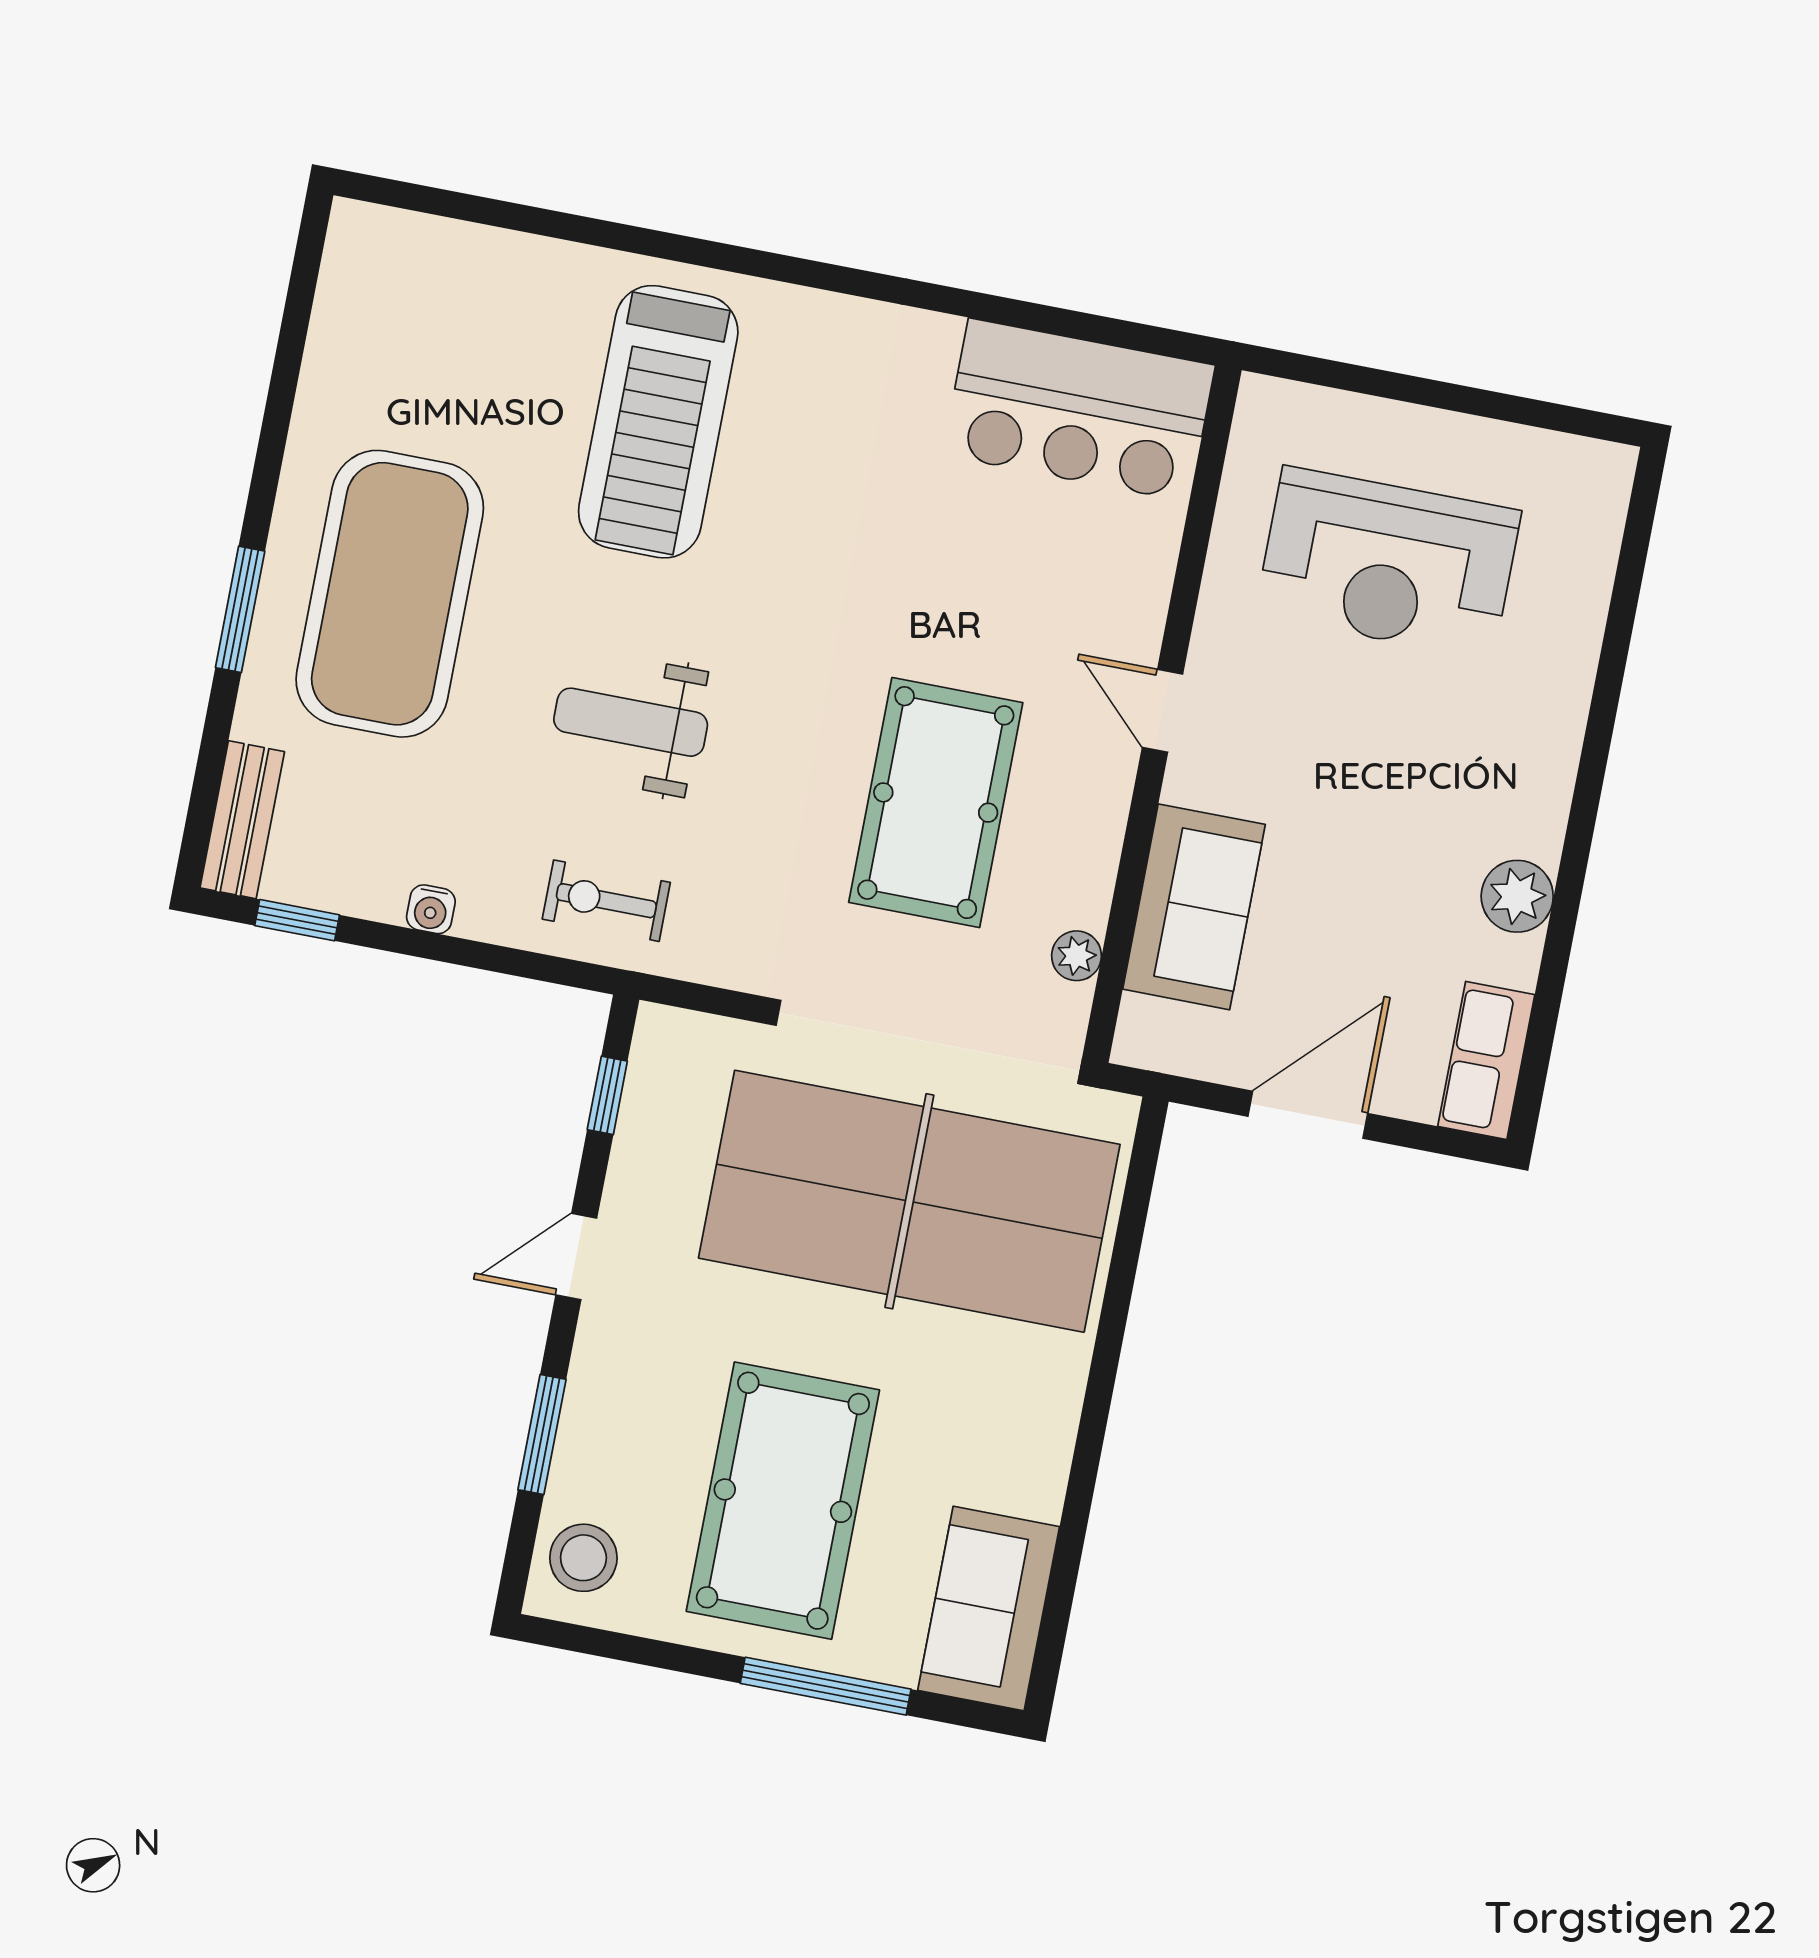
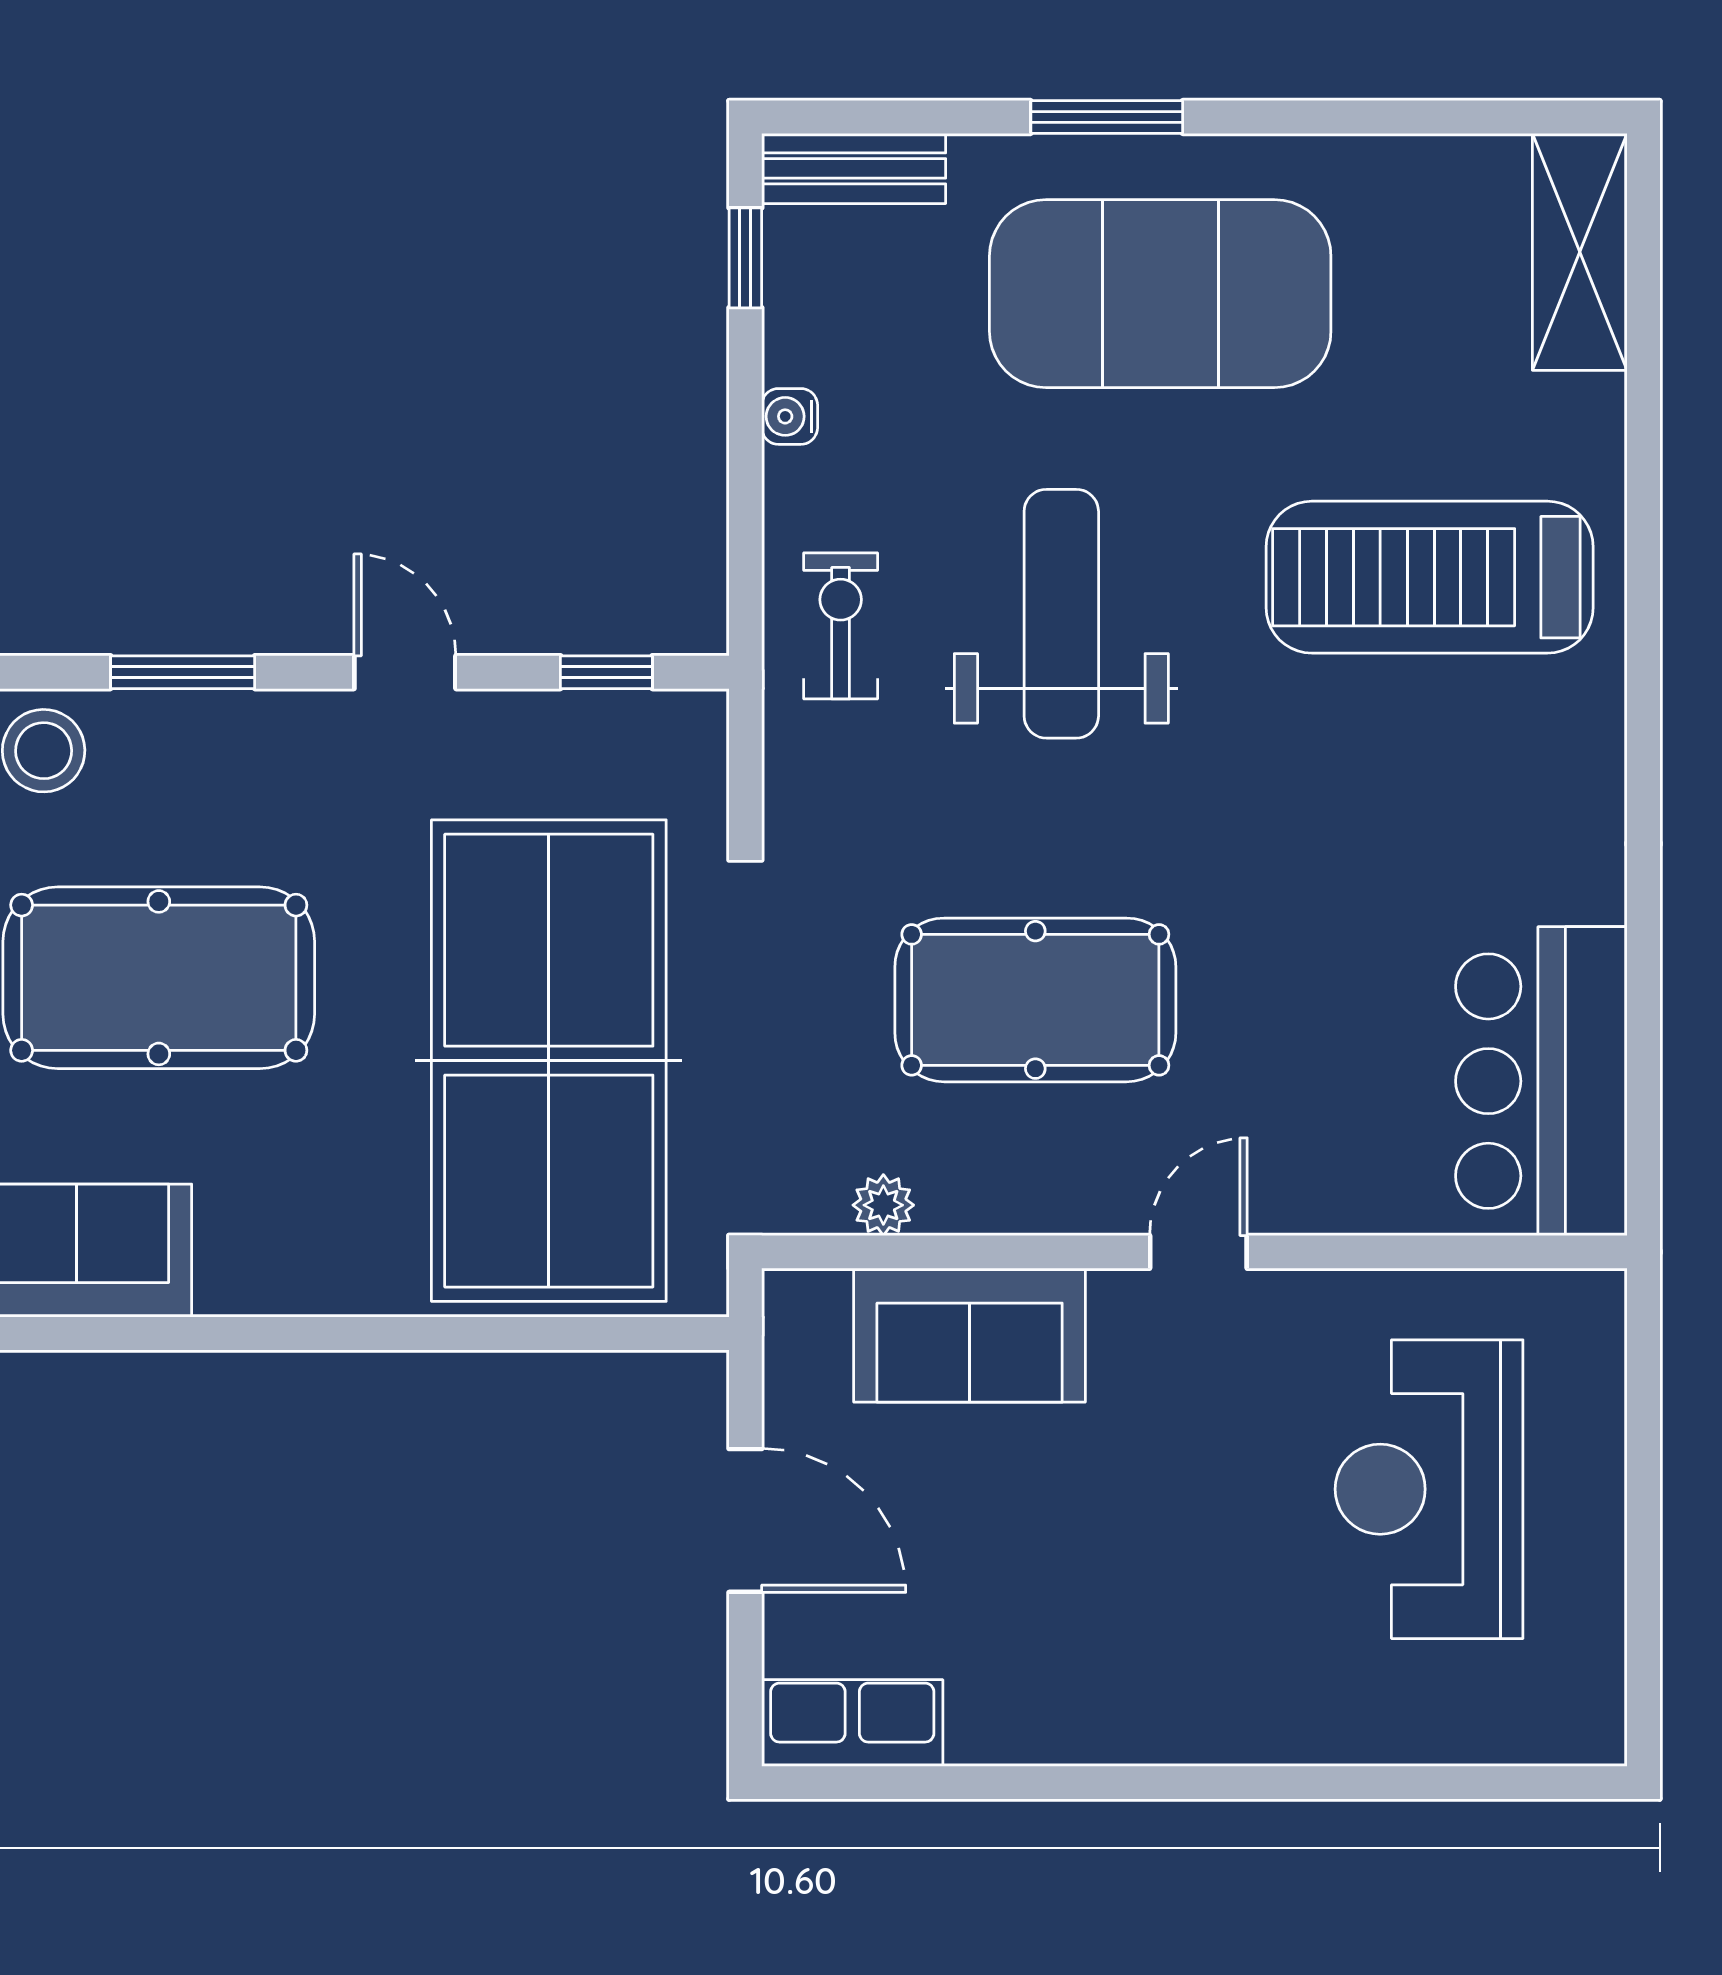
shelving: (421, 251) -> (1580, 252), added
weight bench: (631, 722) -> (1061, 614), width x1.36, depth x1.33
plant: (1517, 896) -> (1057, 1722), removed

